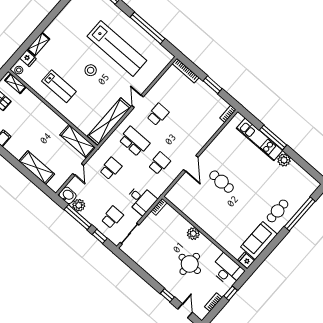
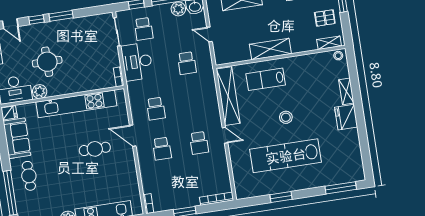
window: (147, 28) -> (281, 197), width x0.47
fridge: (28, 58) -> (346, 117), moved, width x1.88, depth x1.34
lab bench: (59, 86) -> (266, 79), moved
shelving: (78, 141) -> (270, 49), moved
school desk: (134, 141) -> (162, 149), moved, width x0.54
desk: (141, 200) -> (137, 62), width x1.37
kitchen unit: (202, 220) -> (76, 104), added
plant: (193, 234) -> (40, 92), moved
window: (151, 281) -> (61, 16), added

